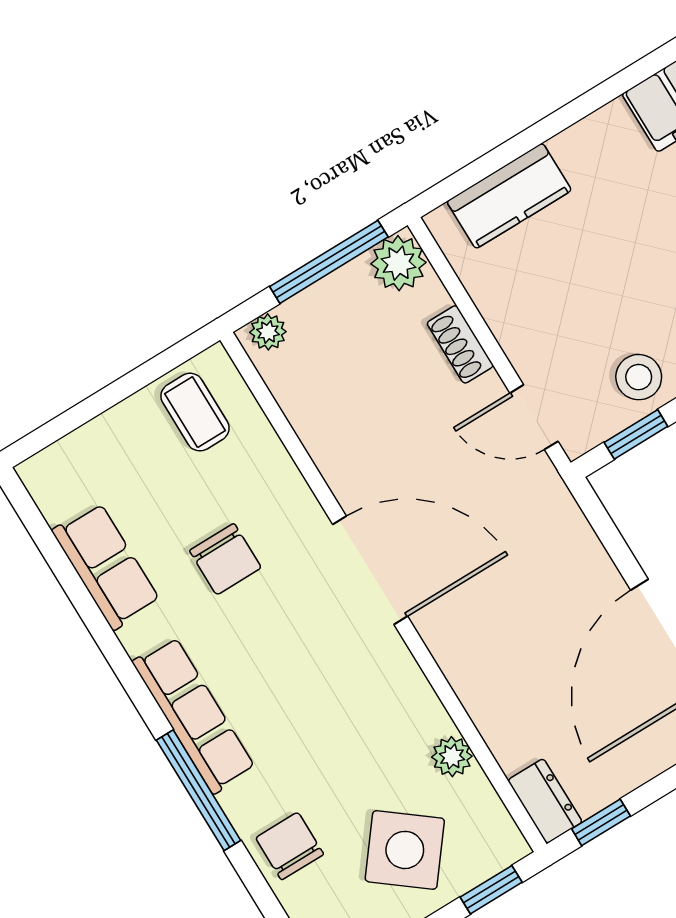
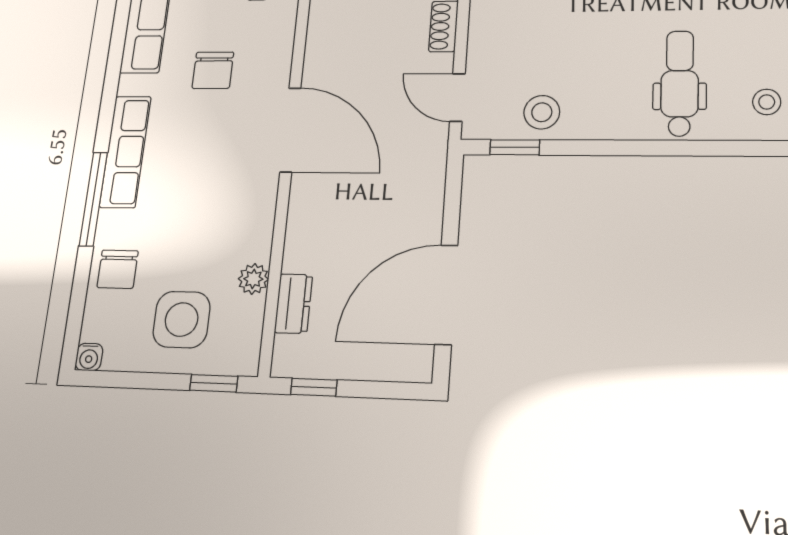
dresser: (545, 801) -> (293, 304), moved
chair: (290, 846) -> (118, 269), turned 180
side table: (405, 850) -> (182, 320), turned -38

